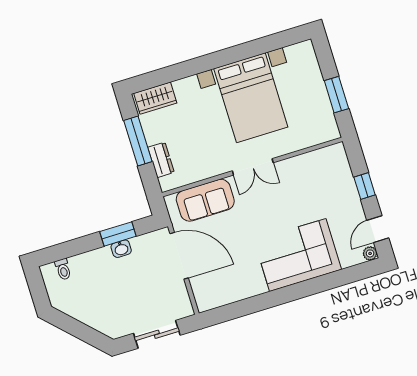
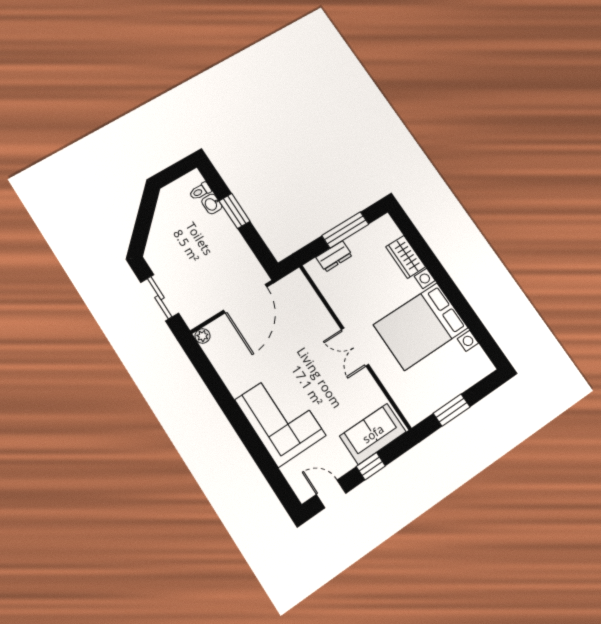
wardrobe: (155, 98) -> (406, 257), moved
sofa: (205, 200) -> (373, 434), moved, turned 90
window: (118, 234) -> (235, 211), moved
washbasin: (121, 249) -> (212, 204), moved
plant: (370, 253) -> (203, 336), moved

